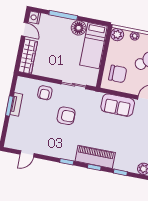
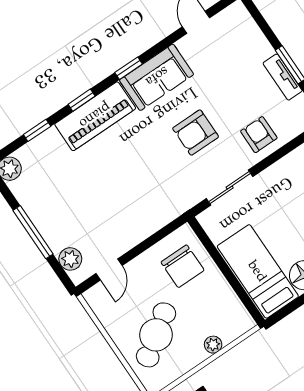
plant: (117, 35) -> (240, 321), removed
chair: (118, 74) -> (183, 266), turned -90
sofa: (118, 105) -> (157, 77), moved, turned 180

